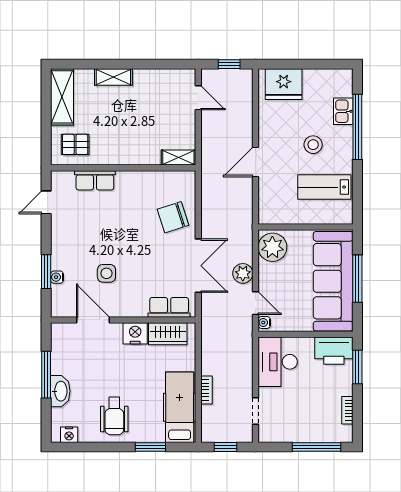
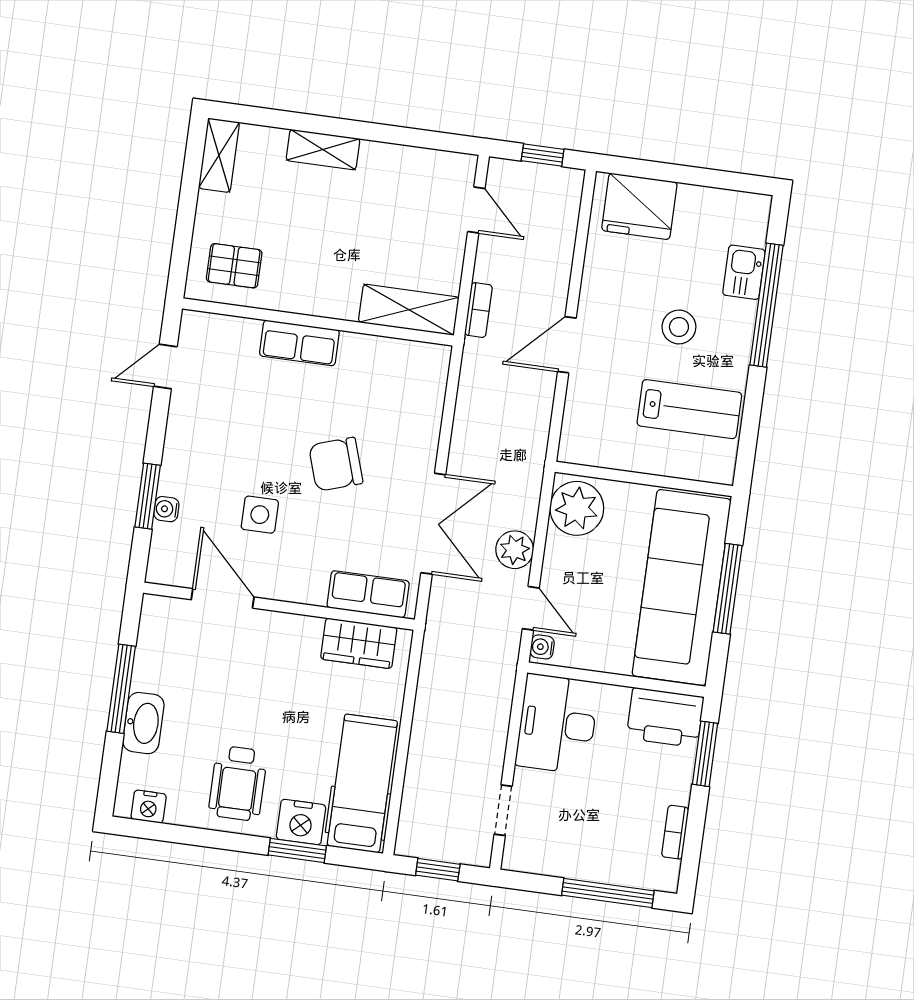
shelving: (62, 97) -> (219, 155), width x0.67, depth x0.75
shelving: (178, 158) -> (409, 310), width x1.50, depth x1.33
row of seats: (95, 180) -> (299, 343), moved
lab bench: (324, 187) -> (689, 409), turned 180
chair: (173, 217) -> (336, 464), moved
nightstand: (135, 333) -> (301, 822), moved, turned 180
bookcase: (207, 390) -> (478, 310), moved

